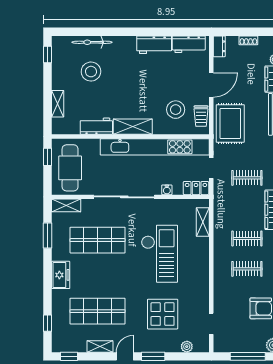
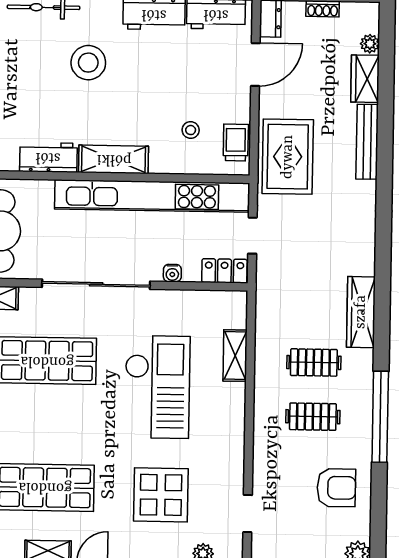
stool: (91, 72) -> (88, 63), moved
door: (211, 85) -> (255, 64), moved
stool: (176, 110) -> (191, 130), width x0.53, depth x0.53
trolley: (201, 116) -> (236, 142), turned 180
clothes rail: (247, 178) -> (316, 254), removed
shelving: (203, 222) -> (235, 356), moved

